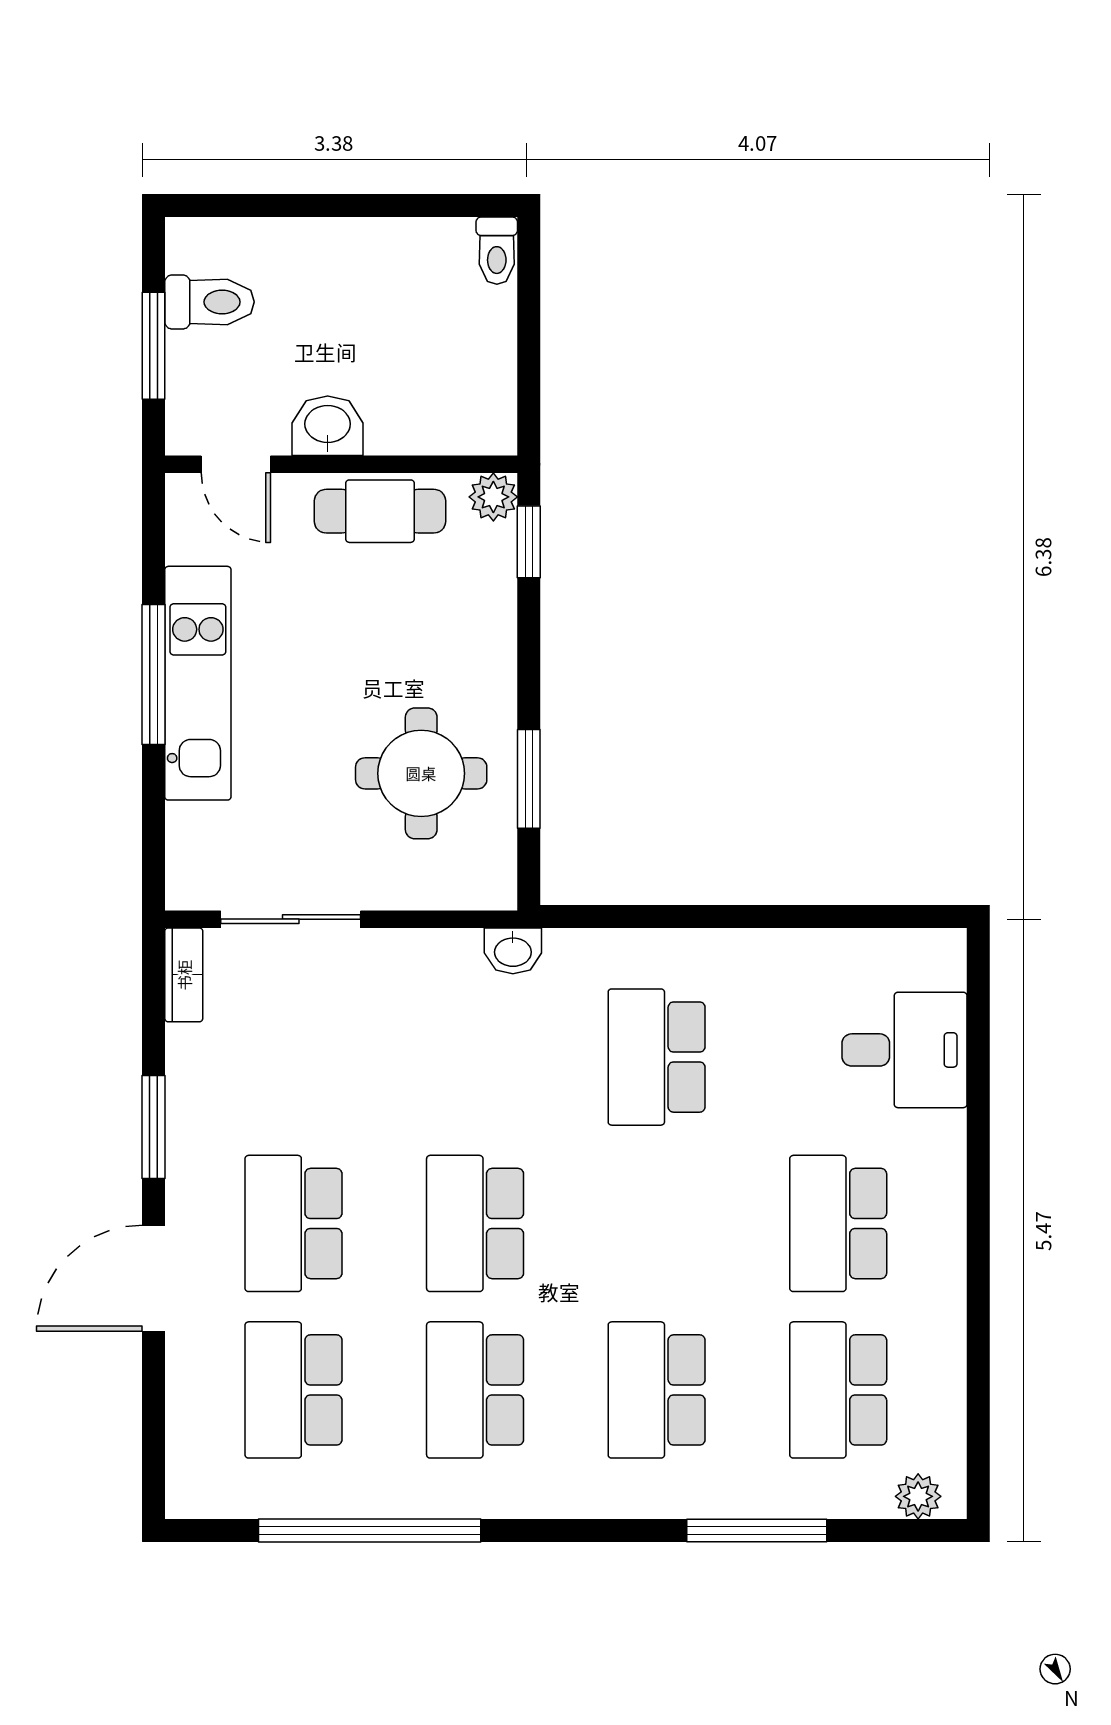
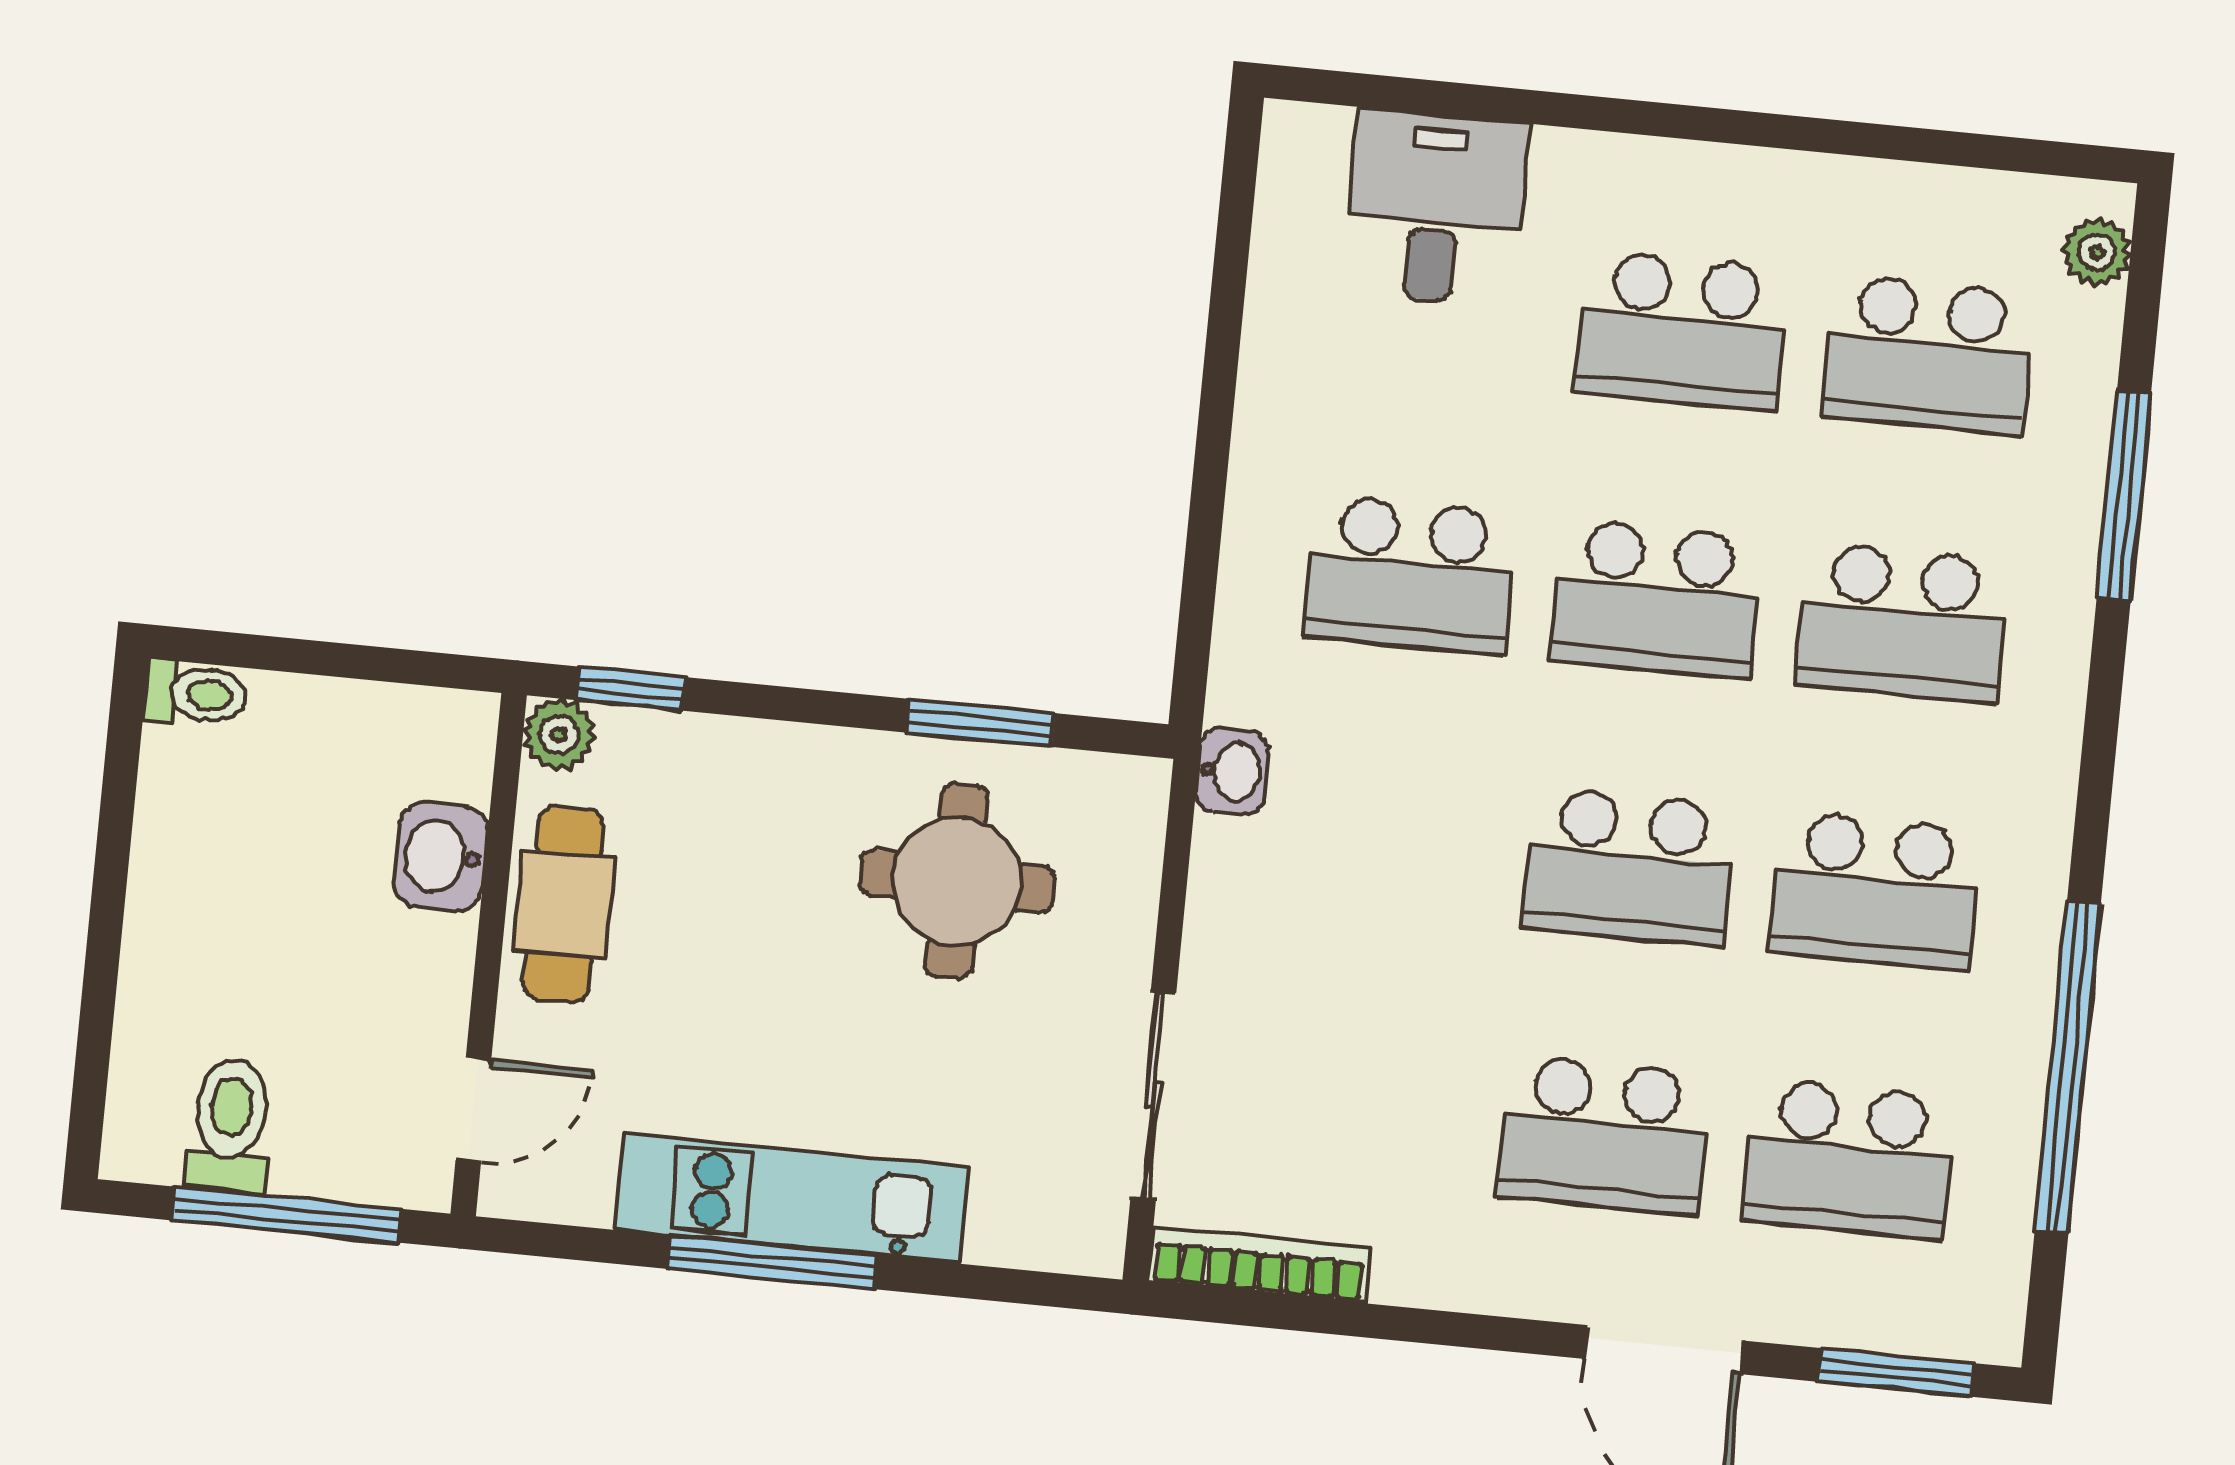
window: (154, 346) -> (287, 1215), width x1.44
washbasin: (328, 426) -> (441, 857), moved
bookcase: (184, 975) -> (1259, 1265), width x1.56
window: (154, 1127) -> (1896, 1372), moved
school desk: (657, 1223) -> (1656, 599), added

